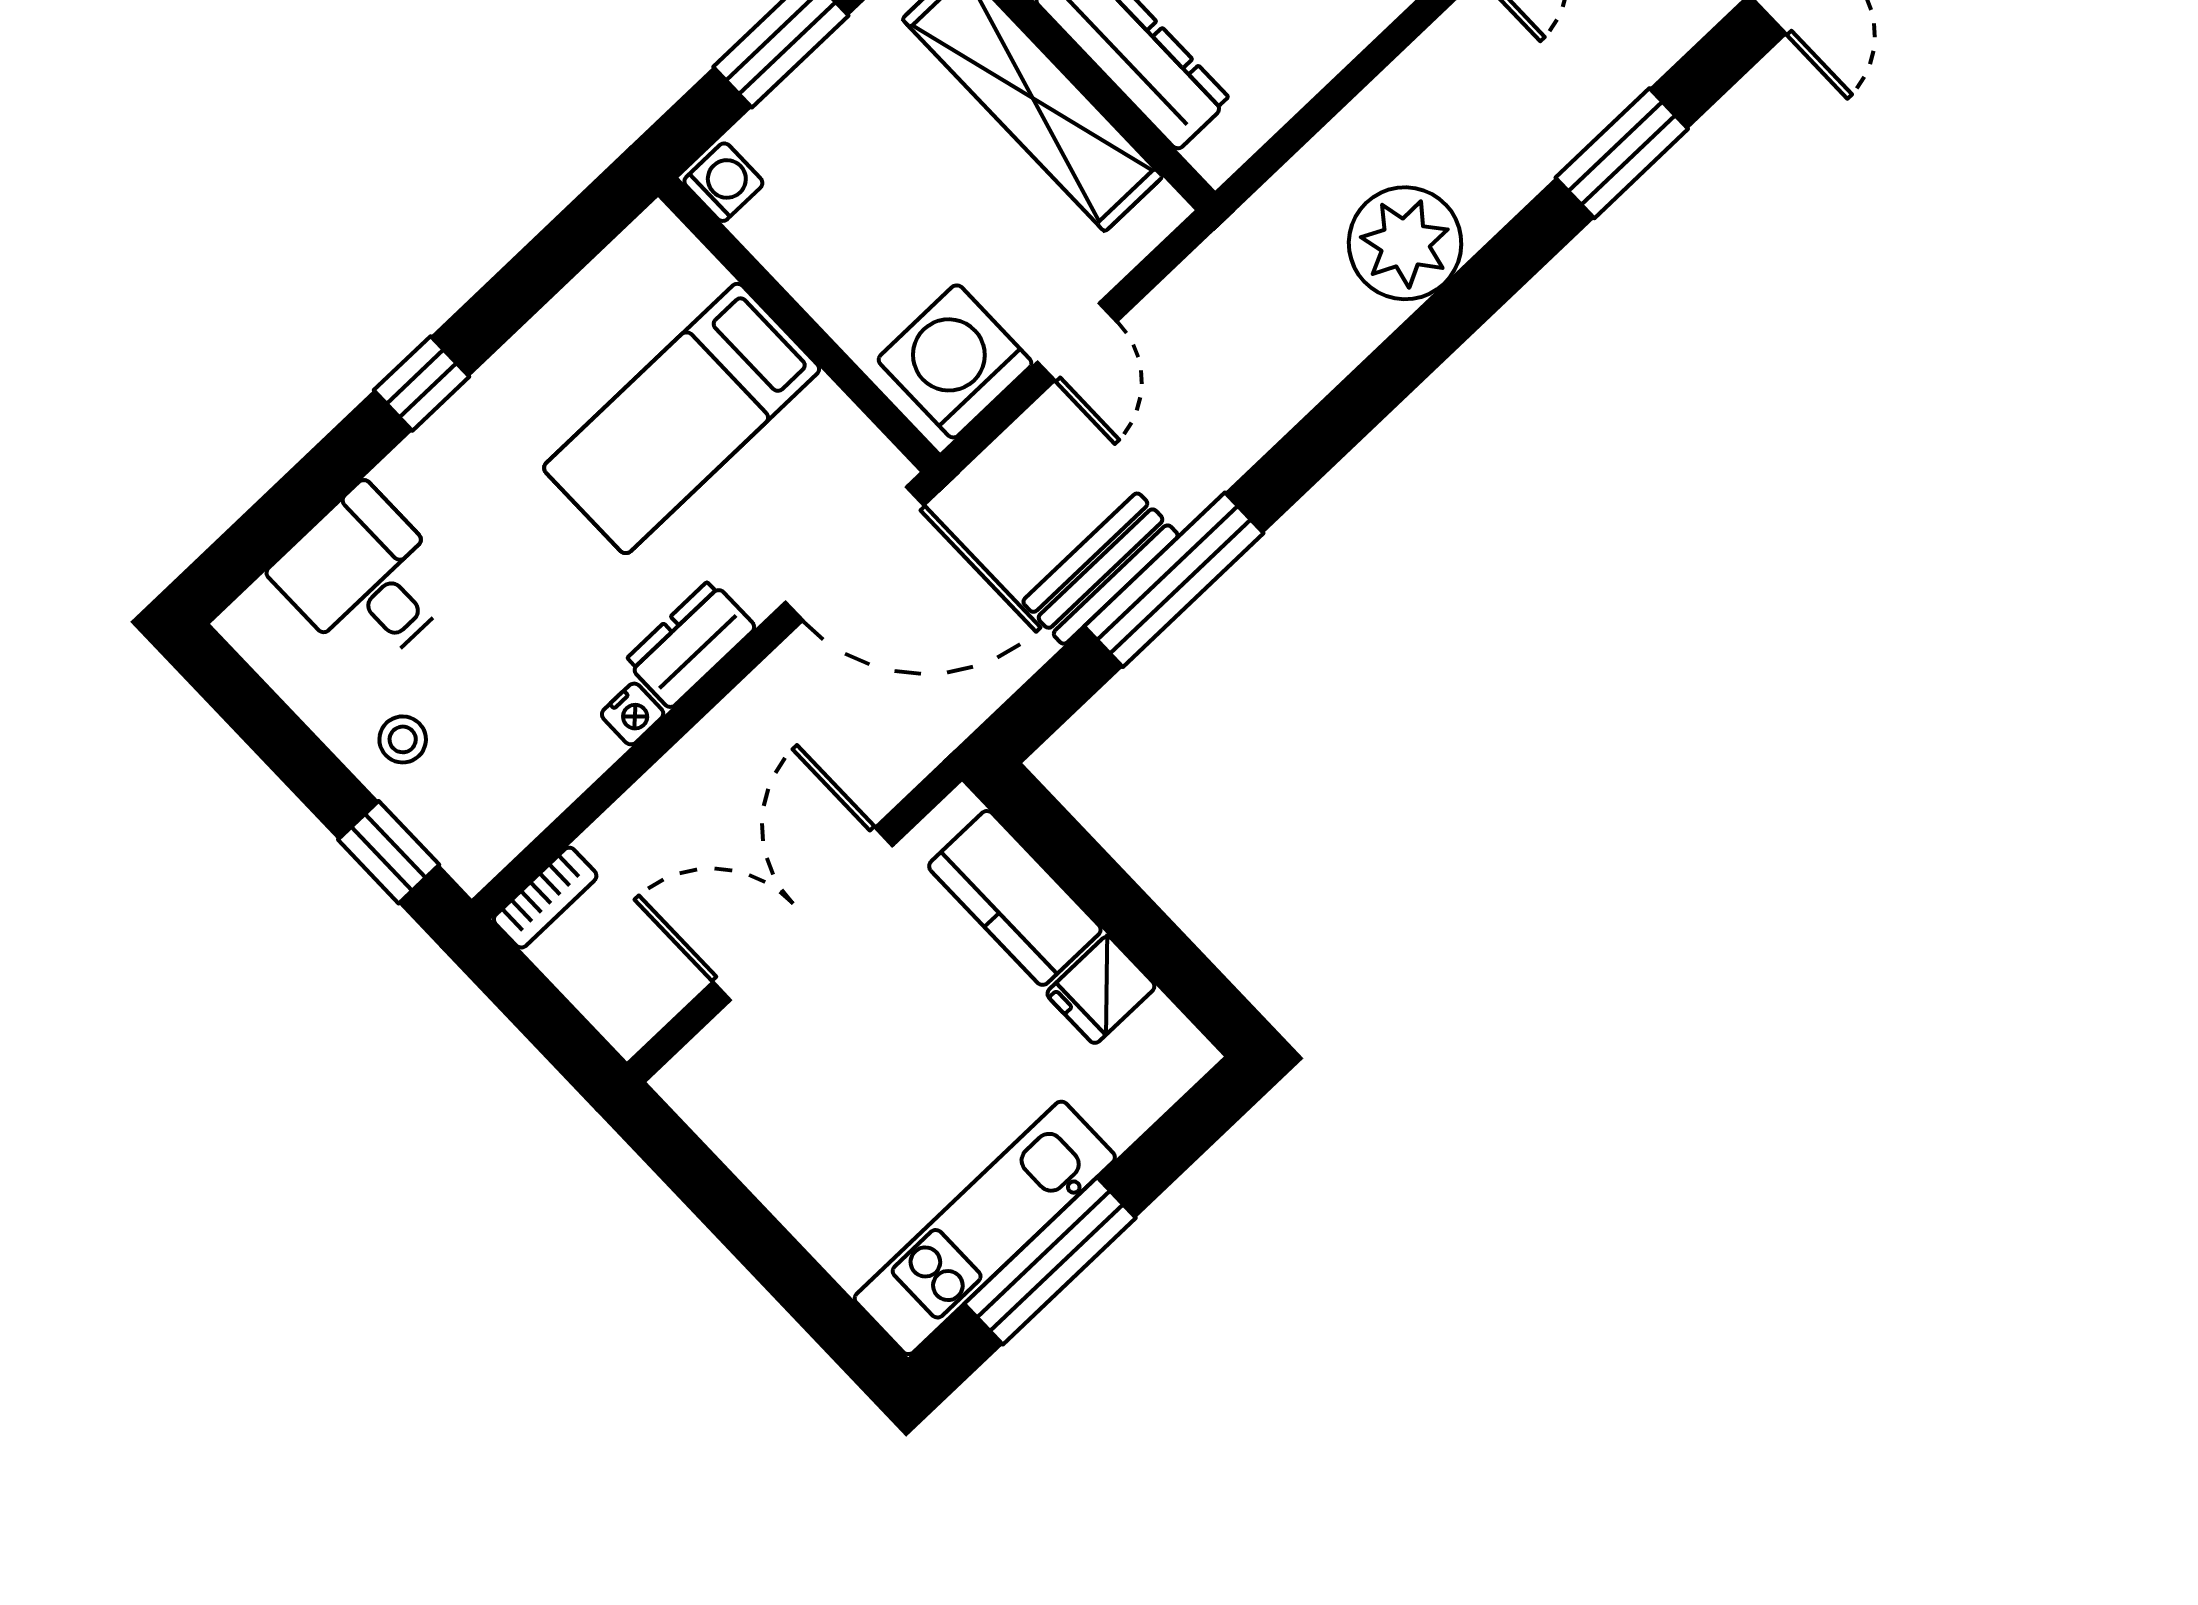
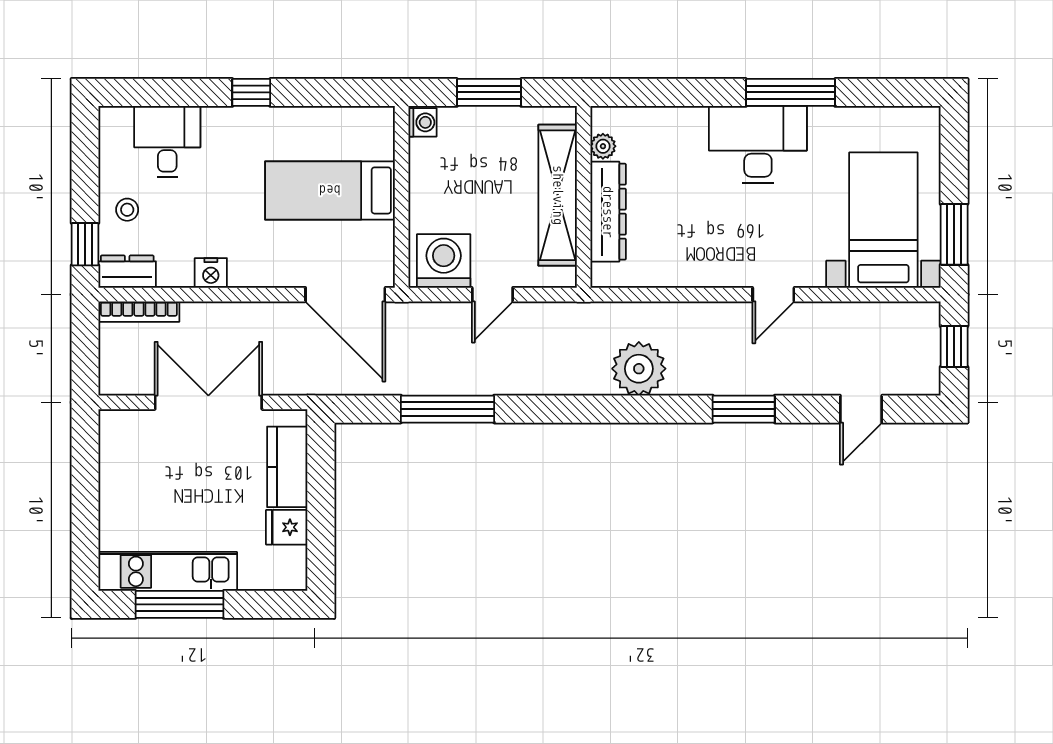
bench: (1101, 569) -> (426, 381), removed
dresser: (690, 644) -> (127, 272), moved
nightstand: (633, 714) -> (211, 273), width x1.39, depth x1.35
bookcase: (545, 898) -> (139, 312), width x1.56

